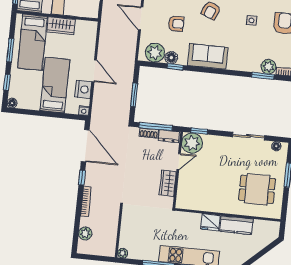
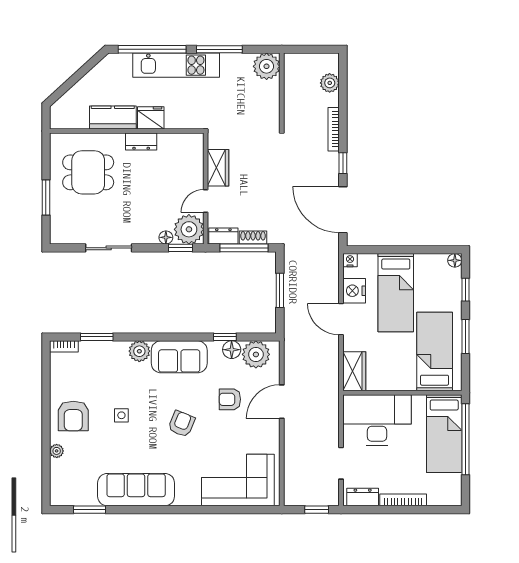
door: (141, 19) -> (282, 402), swing flipped
wardrobe: (61, 26) -> (354, 371), moved, turned 90
plant: (268, 67) -> (139, 351), moved
floor lamp: (276, 146) -> (166, 237), moved
dresser: (219, 207) -> (141, 141), added
plant: (123, 253) -> (267, 66), width x1.87, depth x1.87

